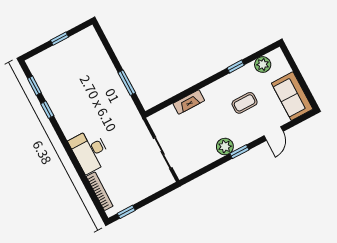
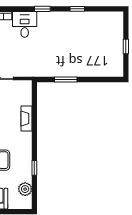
window: (34, 86) -> (42, 9), moved
desk: (90, 151) -> (25, 24), width x0.73

